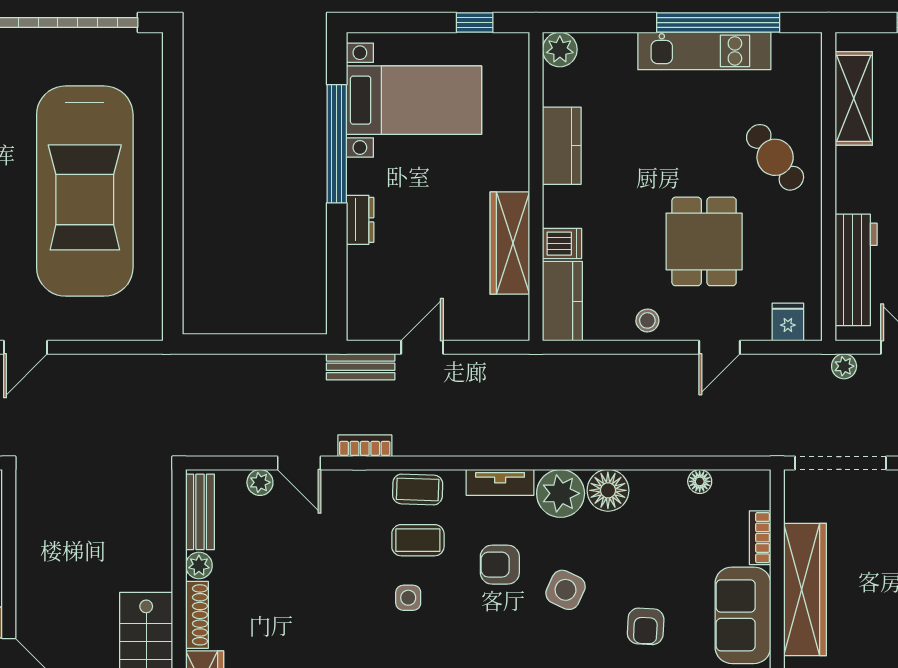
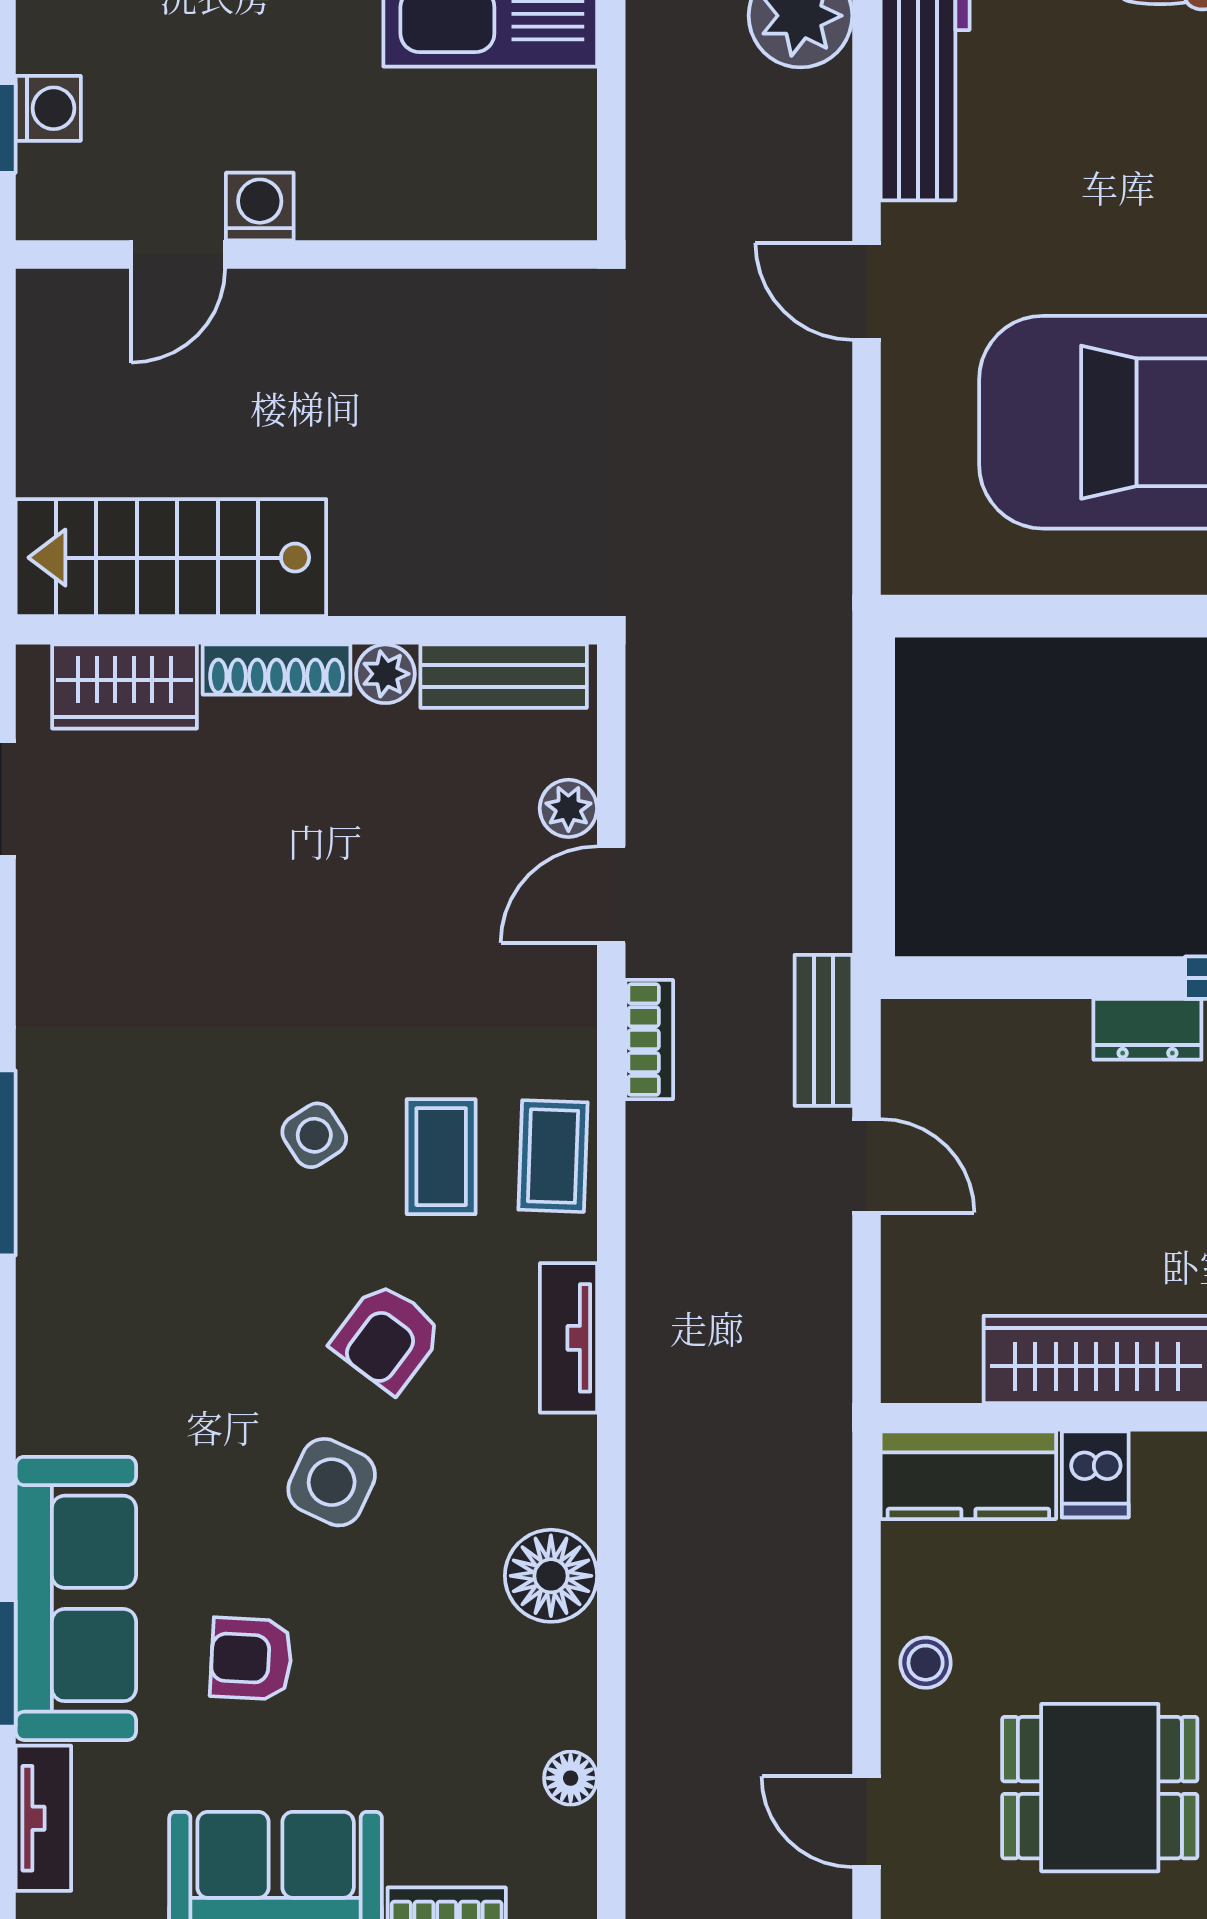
plant: (561, 493) -> (544, 1471), removed
armchair: (500, 565) -> (387, 1337), turned -143
side table: (408, 598) -> (314, 1135), turned -33

